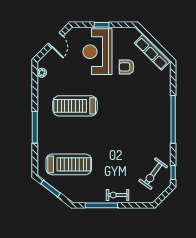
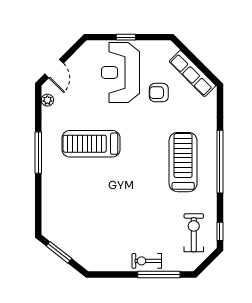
door: (56, 40) -> (54, 69), moved
window: (35, 127) -> (38, 153), moved
treadmill: (69, 164) -> (183, 162), moved, turned -90
exercise bike: (153, 174) -> (194, 233), turned 144
window: (101, 205) -> (159, 275), moved

